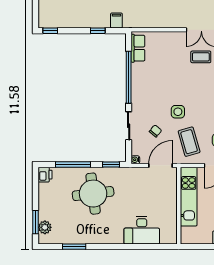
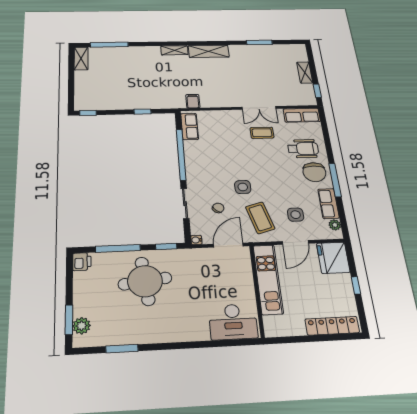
filing cabinet: (116, 21) -> (193, 101), moved
desk: (142, 230) -> (233, 322), moved

